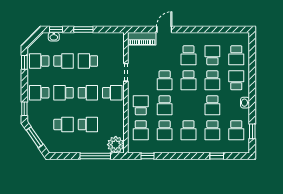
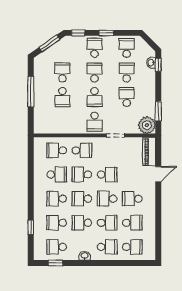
window: (83, 30) -> (158, 111), moved
door: (164, 30) -> (158, 174), hinge flipped
school desk: (236, 55) -> (132, 247), turned 180
school desk: (64, 61) -> (127, 72), turned 180
window: (24, 62) -> (106, 33), moved
school desk: (165, 80) -> (107, 175), turned 180
school desk: (212, 80) -> (107, 223), turned 180
school desk: (189, 105) -> (82, 199), added
school desk: (64, 125) -> (62, 72), turned 180
school desk: (165, 130) -> (57, 175), turned 180
plant: (116, 145) -> (147, 125), moved
window: (95, 156) -> (31, 92), moved
window: (148, 156) -> (31, 157), removed

